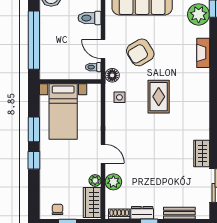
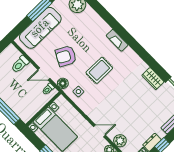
armchair: (140, 52) -> (66, 56), turned 59
fireplace: (203, 53) -> (117, 40), moved
rug: (159, 97) -> (99, 70), turned 90

